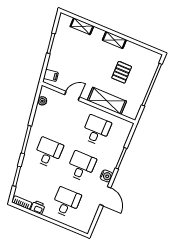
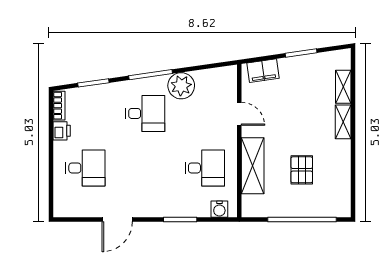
shelving: (114, 40) -> (343, 122), moved
pallet: (122, 72) -> (302, 170), turned 90
filing cabinet: (51, 75) -> (263, 71), width x2.00
plant: (42, 101) -> (181, 86), moved, width x1.88, depth x1.88
desk: (81, 166) -> (145, 168), removed
water cooler: (106, 176) -> (219, 209), moved

